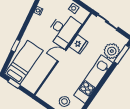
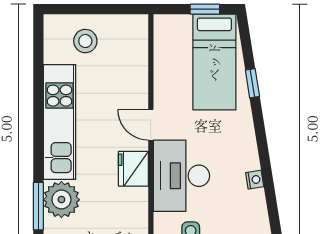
door: (62, 56) -> (151, 125), swing flipped

